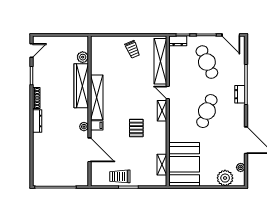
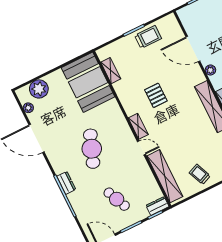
cafe table: (207, 62) -> (117, 199), width x0.73, depth x0.74
filing cabinet: (97, 125) -> (198, 78), removed

